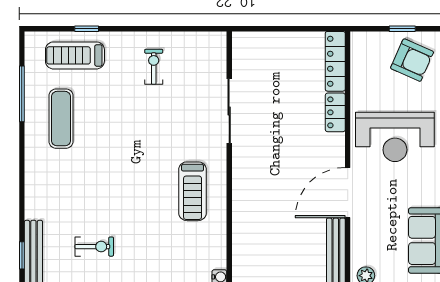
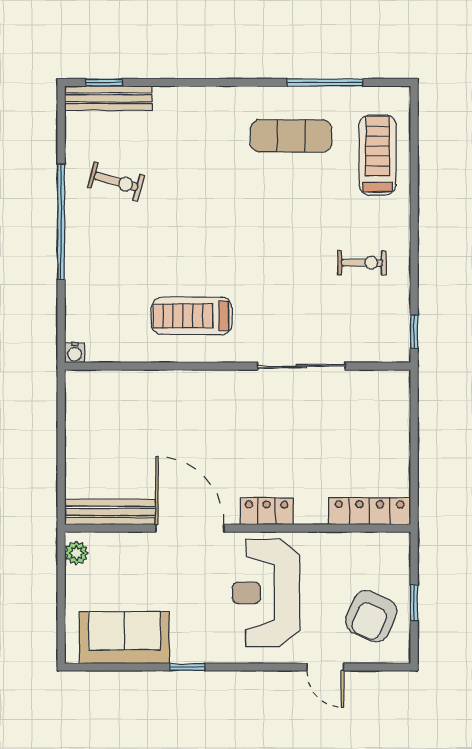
window: (87, 29) -> (414, 332), moved
locker: (335, 112) -> (267, 511), moved
exercise bike: (94, 247) -> (116, 181), turned -74

